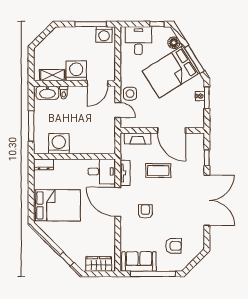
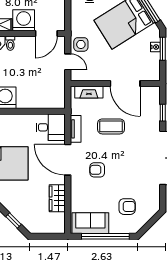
armchair: (145, 211) -> (97, 170), turned -90
wardrobe: (99, 264) -> (57, 198), moved, turned -90

